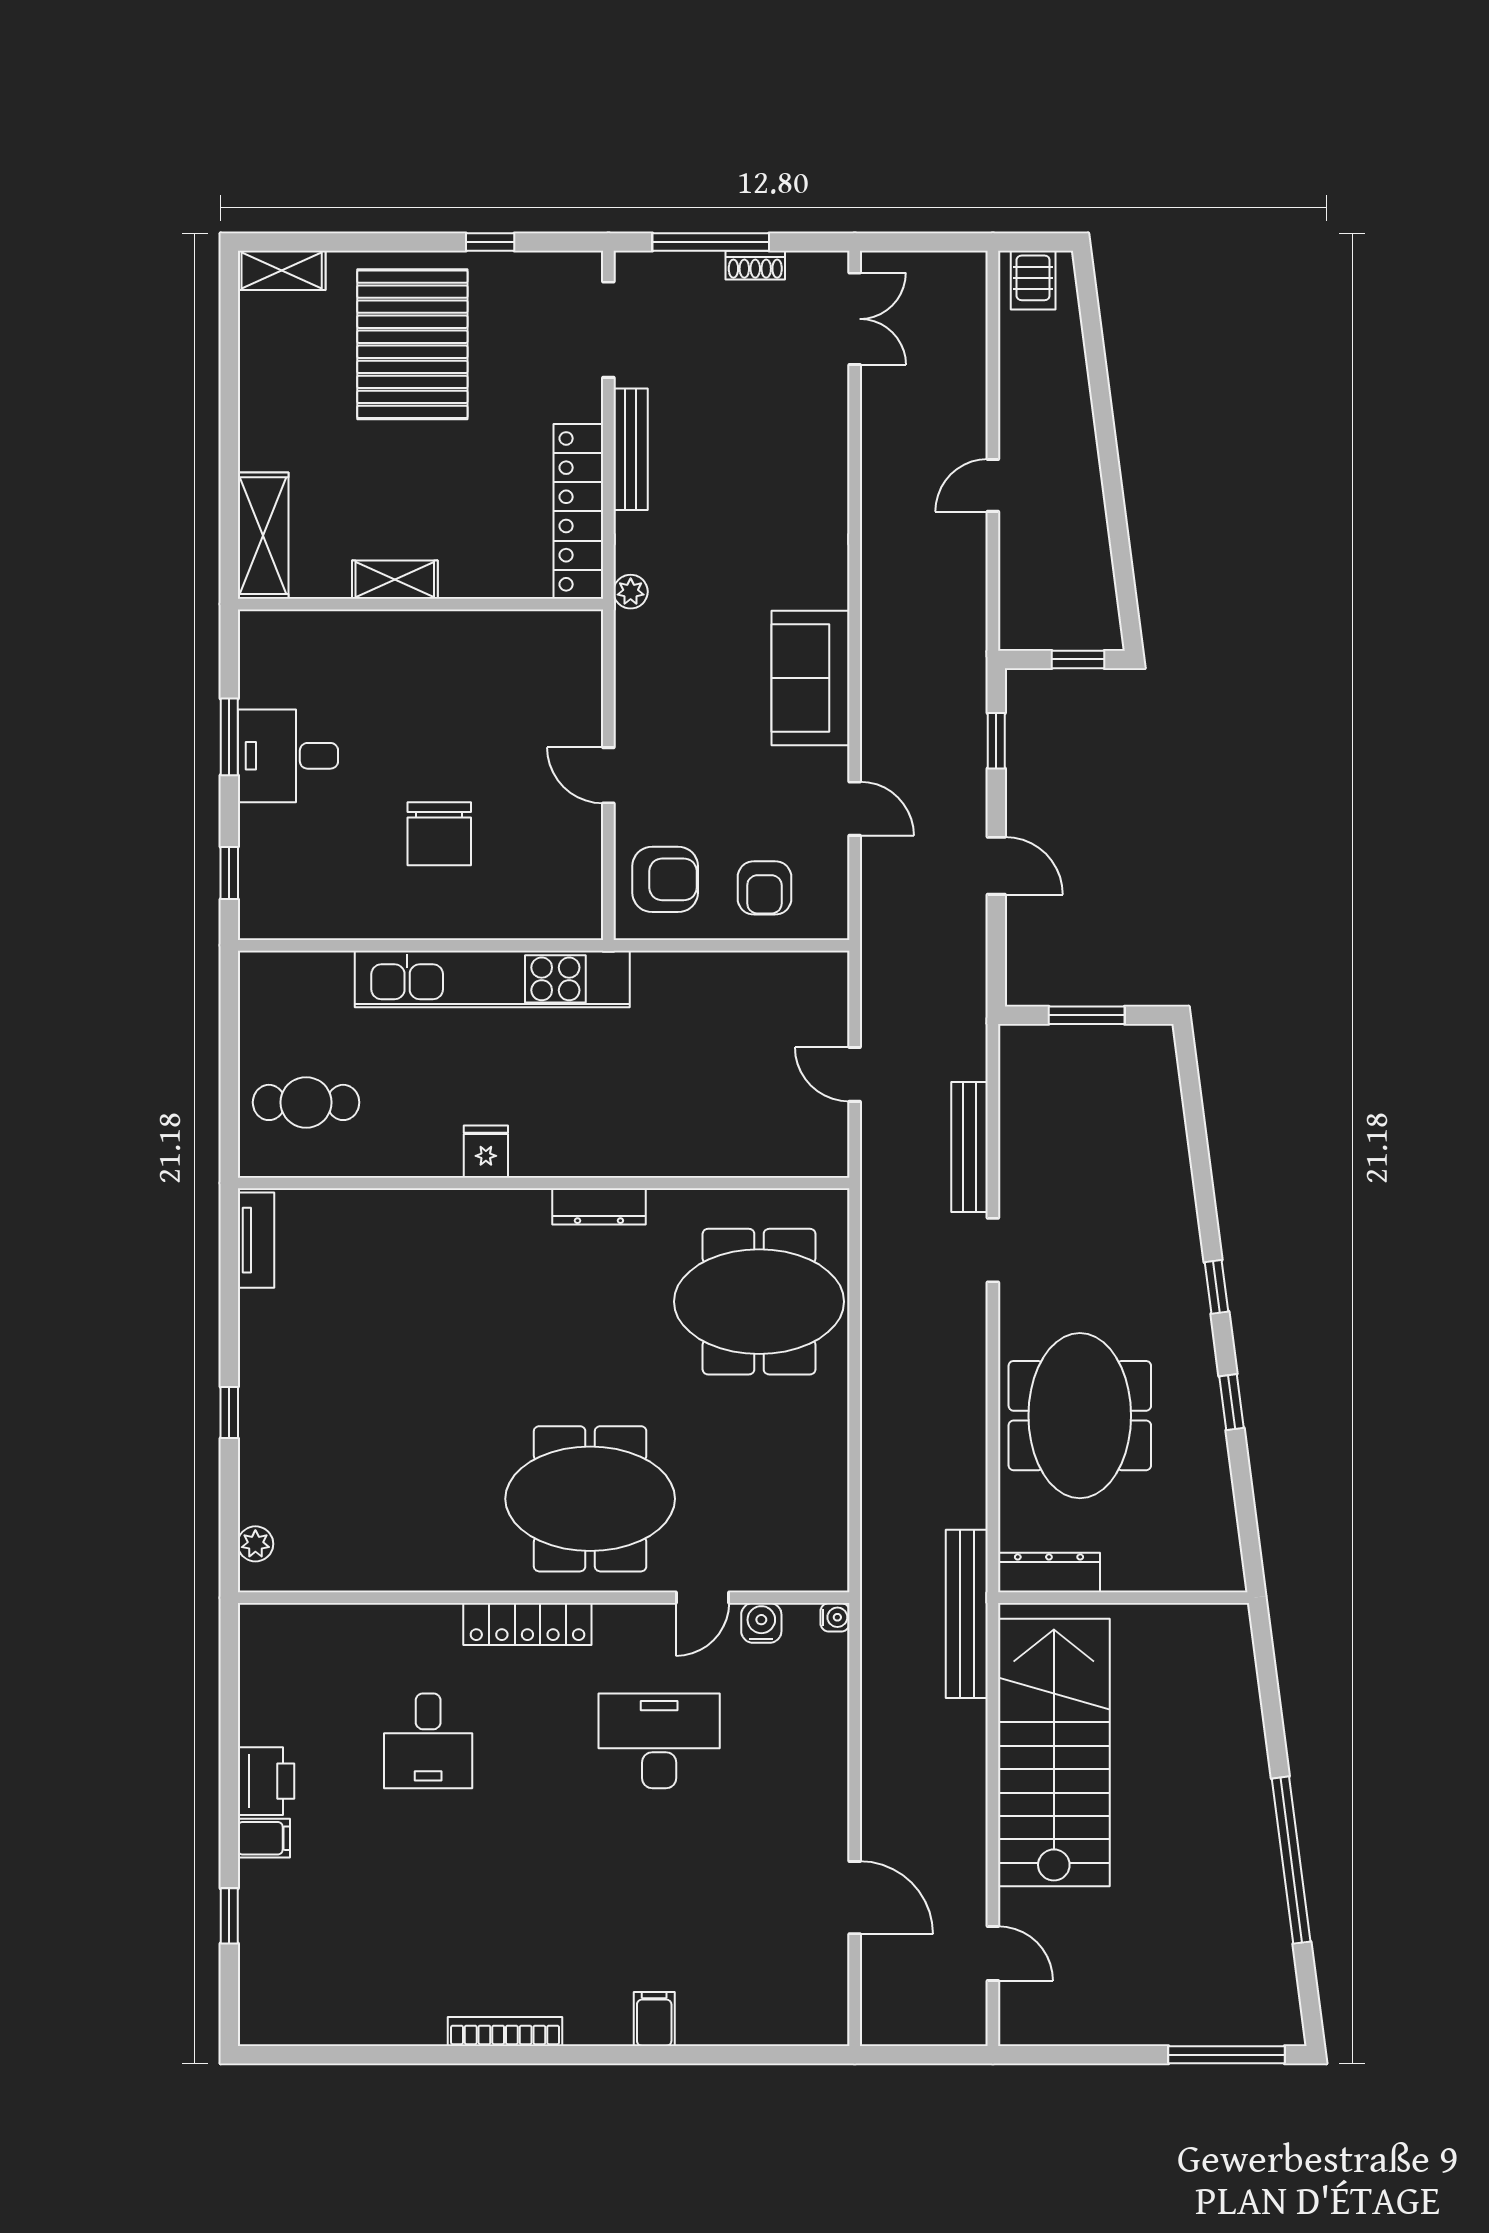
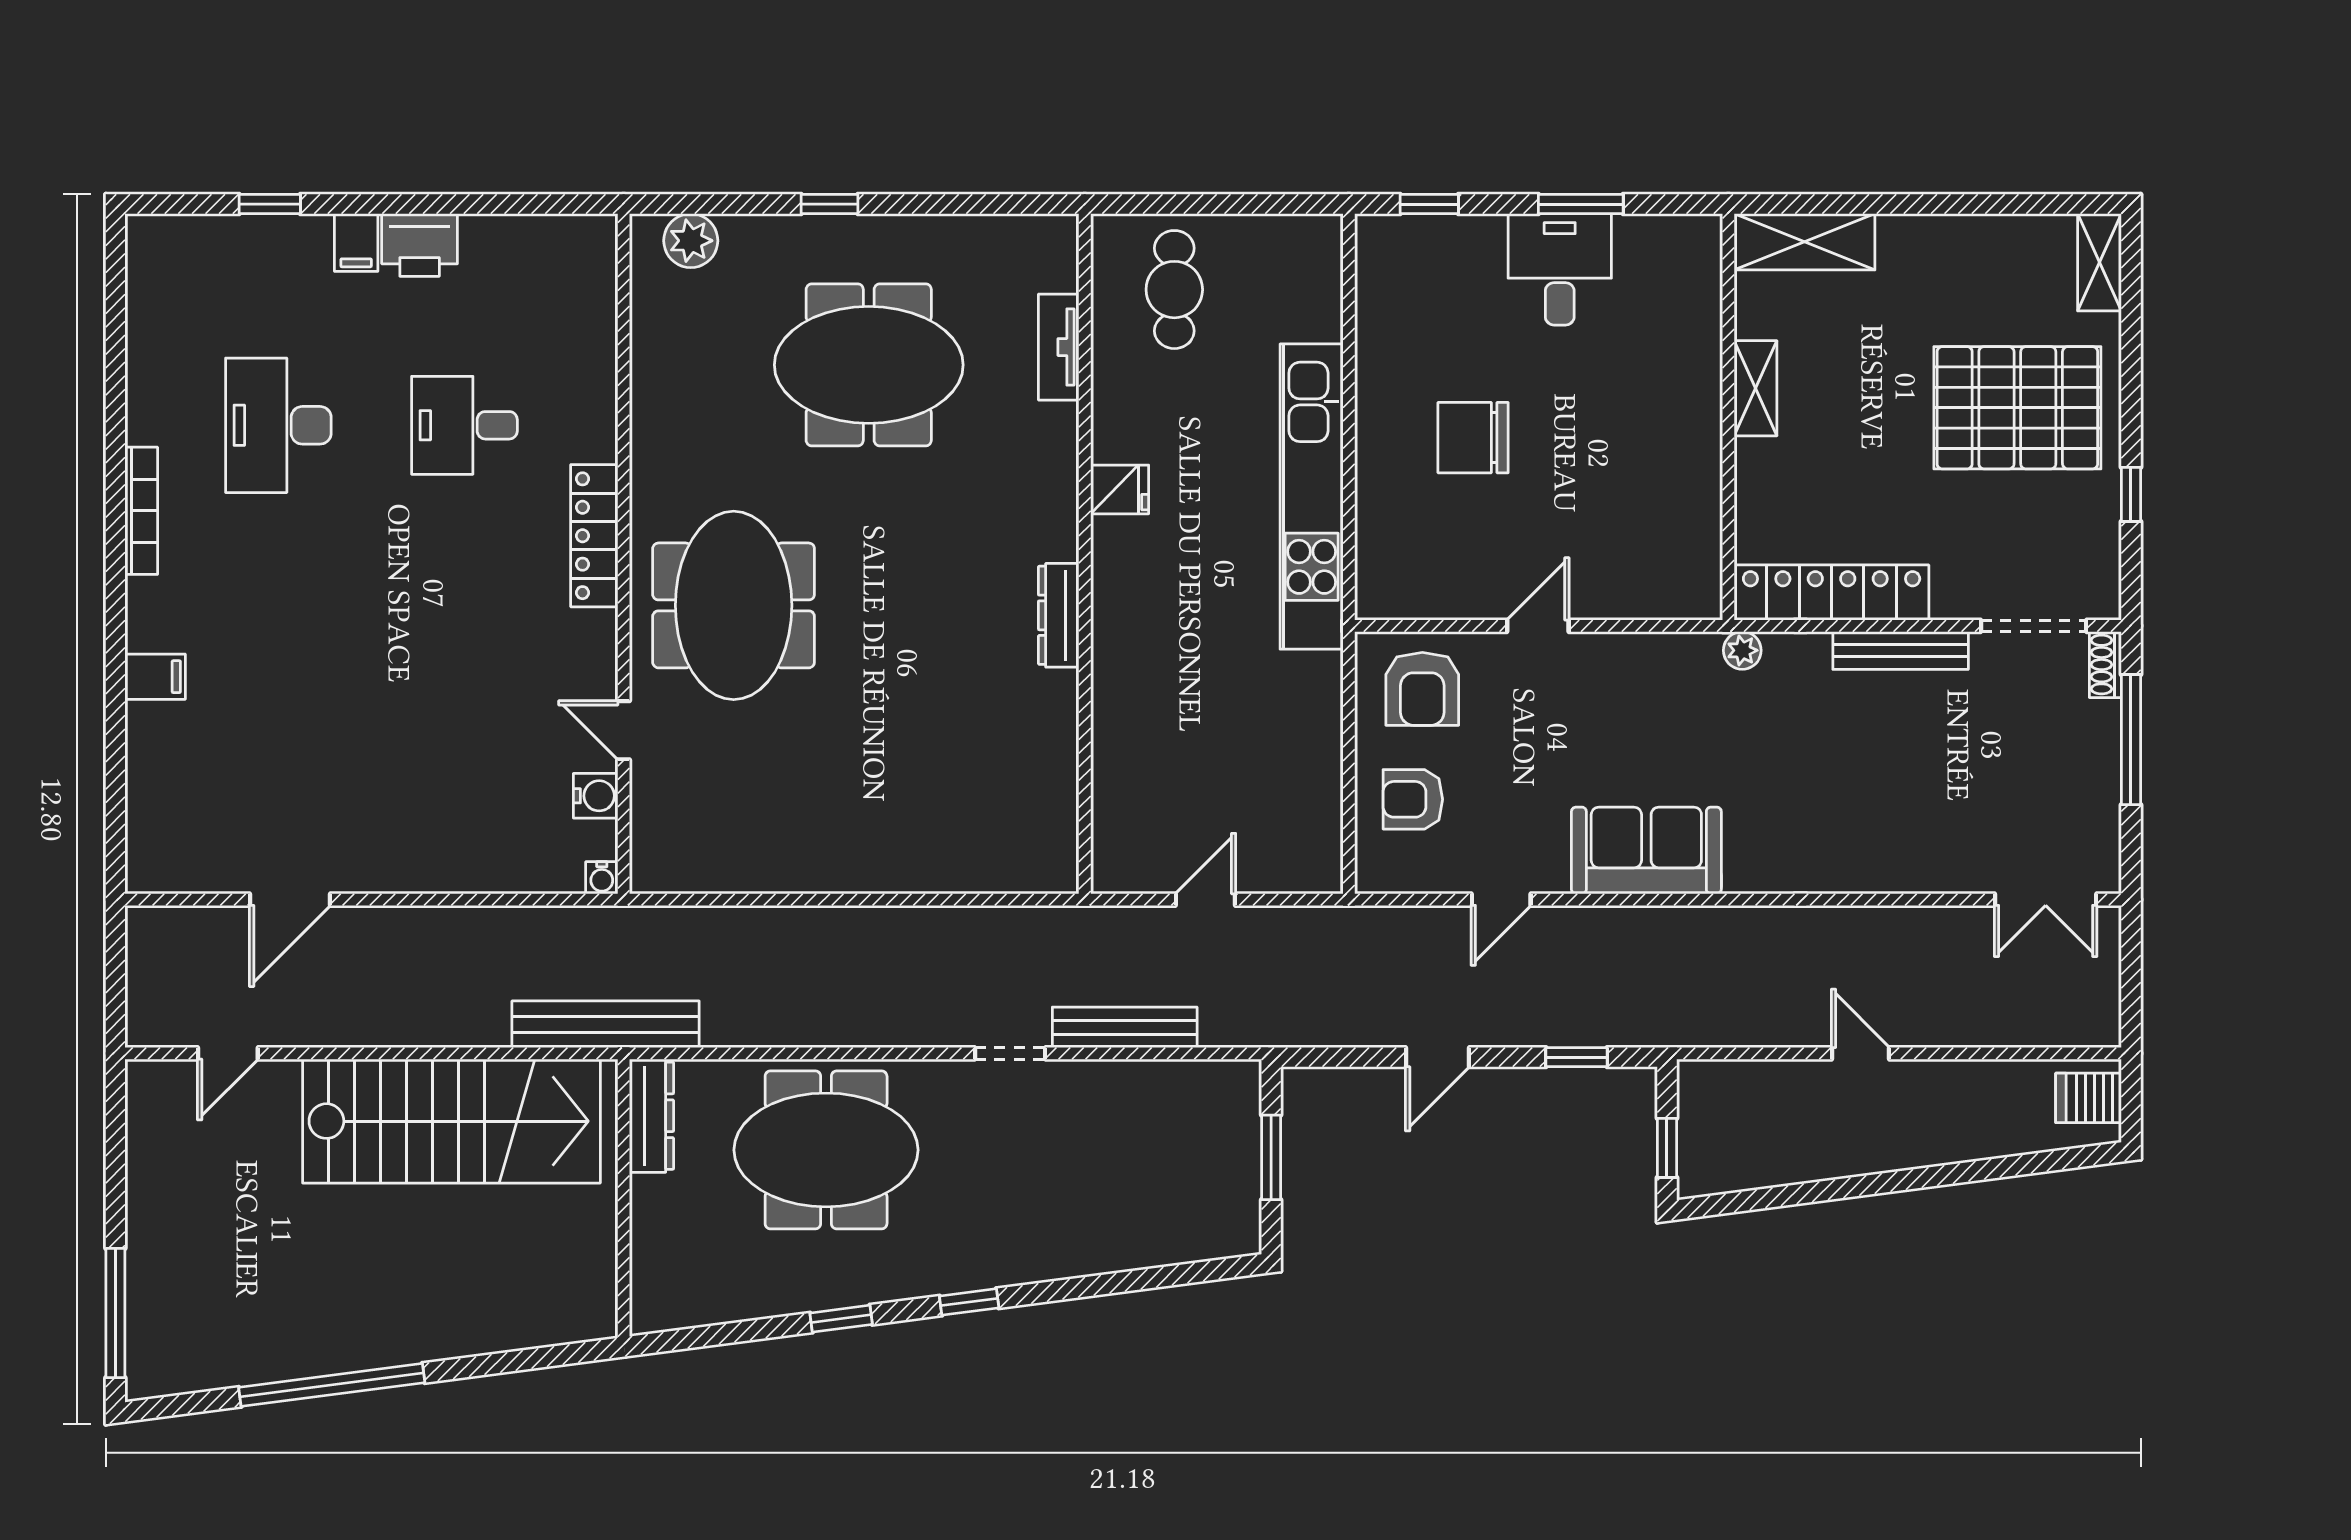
shoe rack: (755, 265) -> (2105, 665), moved
tv unit: (256, 1240) -> (1059, 347), moved, turned 90
meeting table: (759, 1302) -> (869, 365), moved, turned 90
plant: (255, 1544) -> (691, 241), width x1.38, depth x1.38
desk: (659, 1741) -> (278, 425), moved, turned 180

